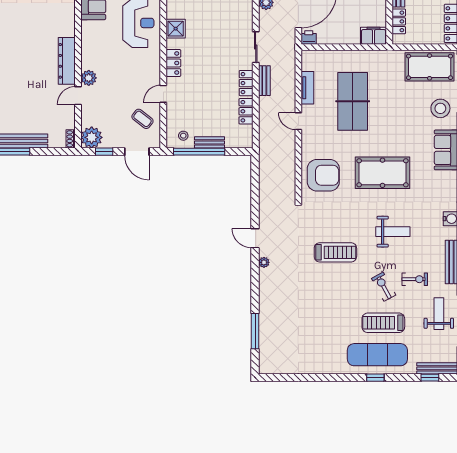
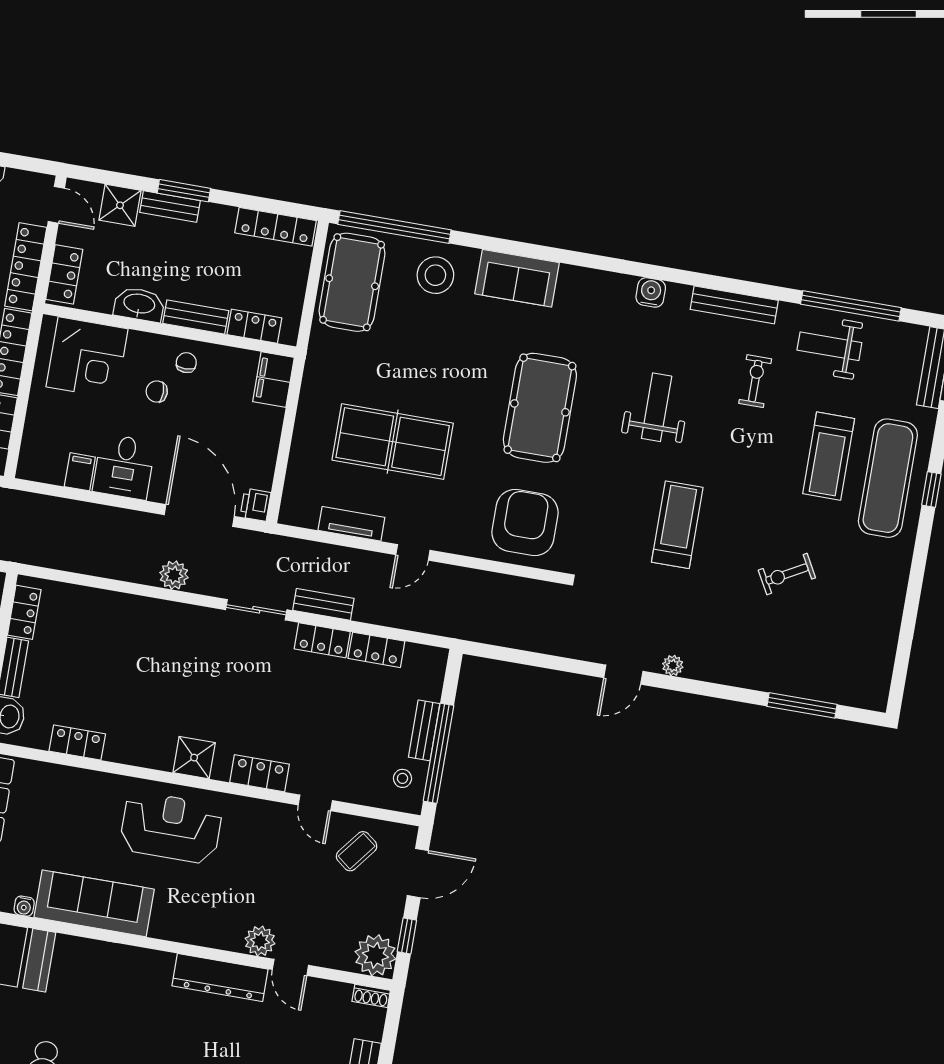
exercise bike: (384, 287) -> (787, 574), moved

